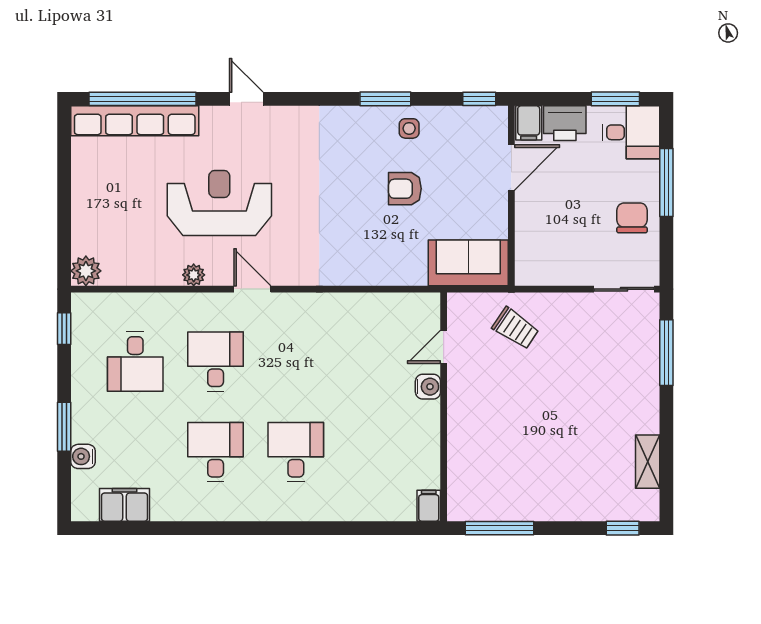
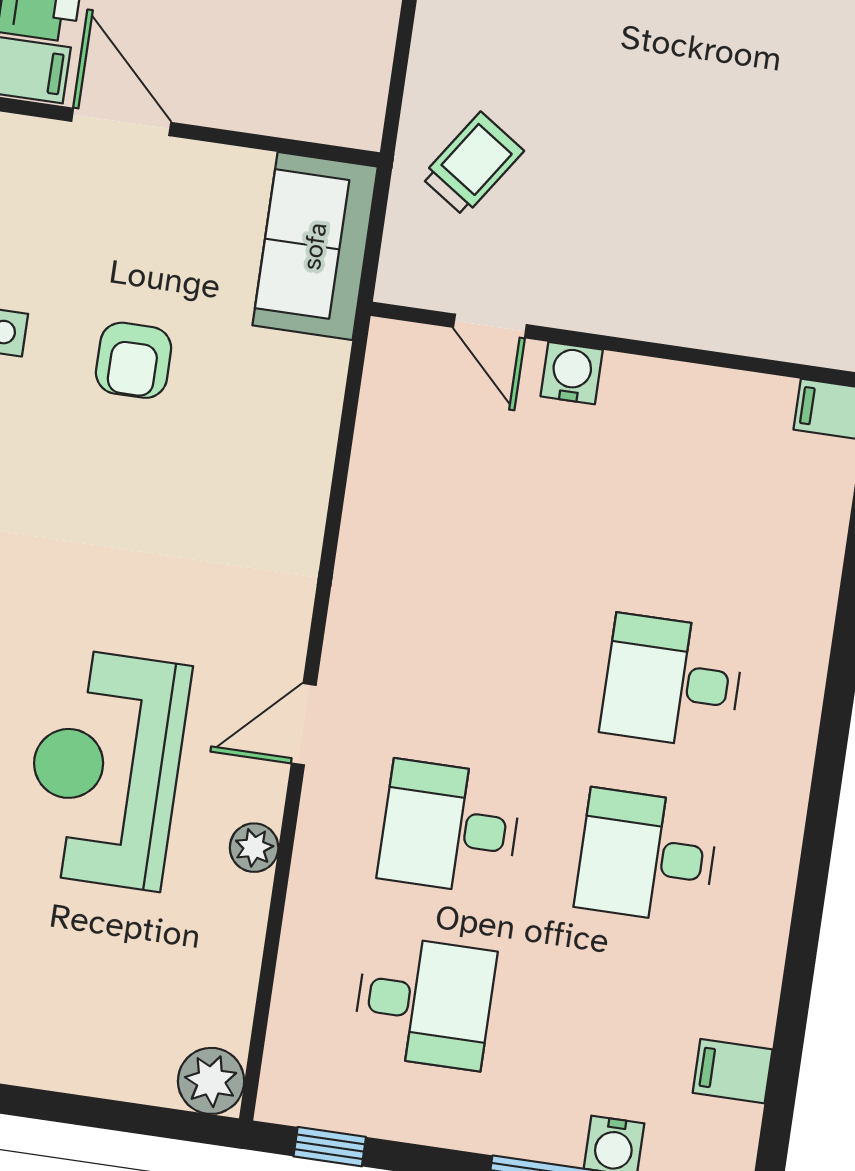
filing cabinet: (124, 505) -> (733, 1071), width x0.50

